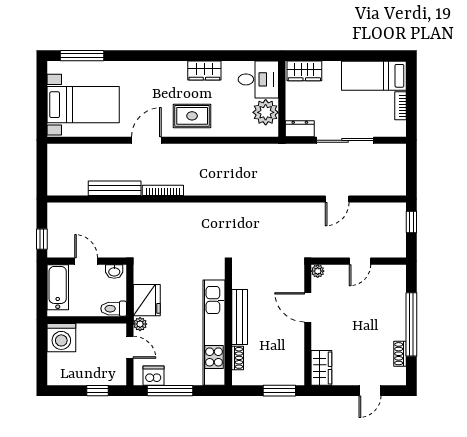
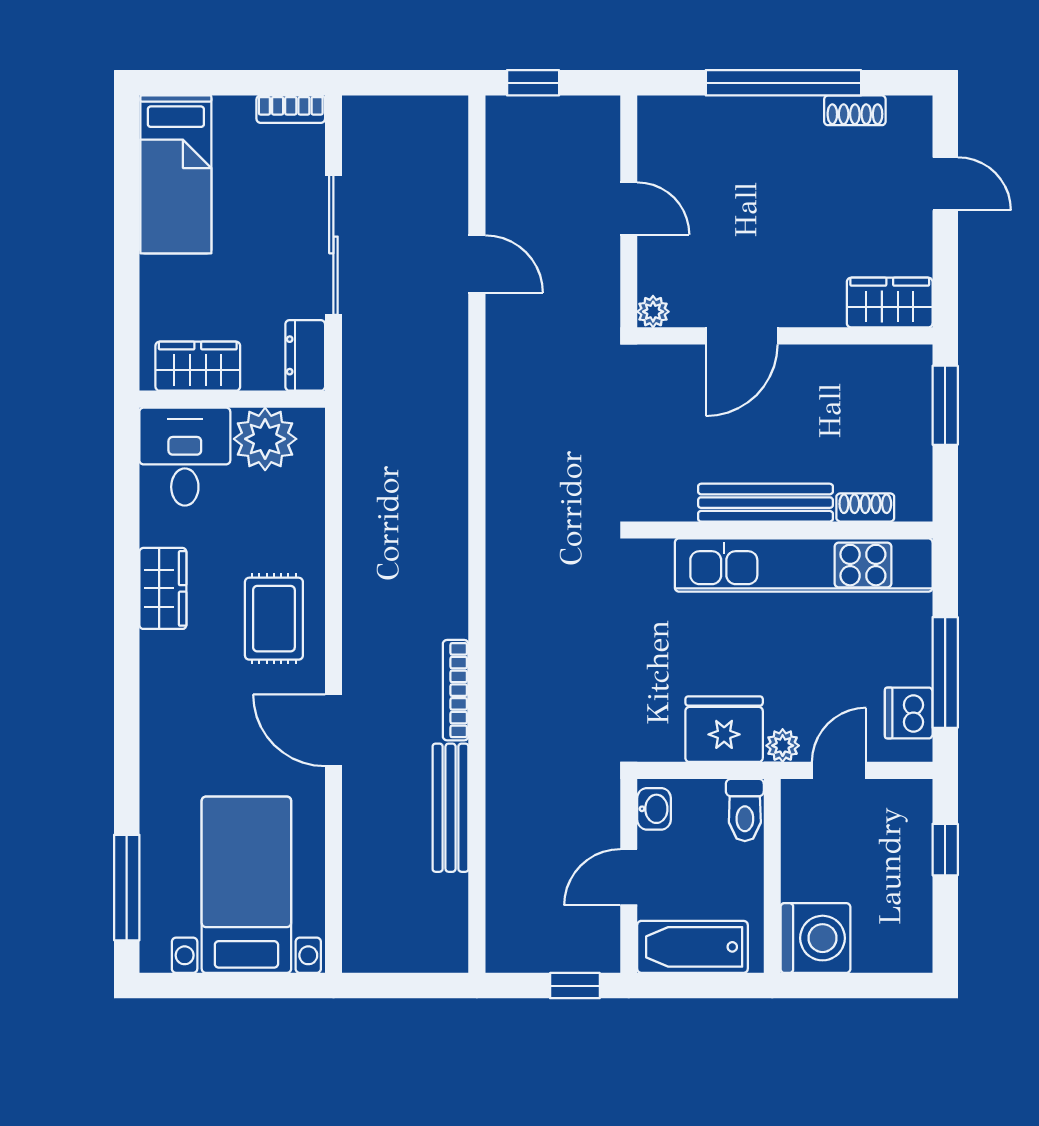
wardrobe: (304, 71) -> (198, 366), moved, turned -90
bookcase: (401, 106) -> (291, 109), moved

